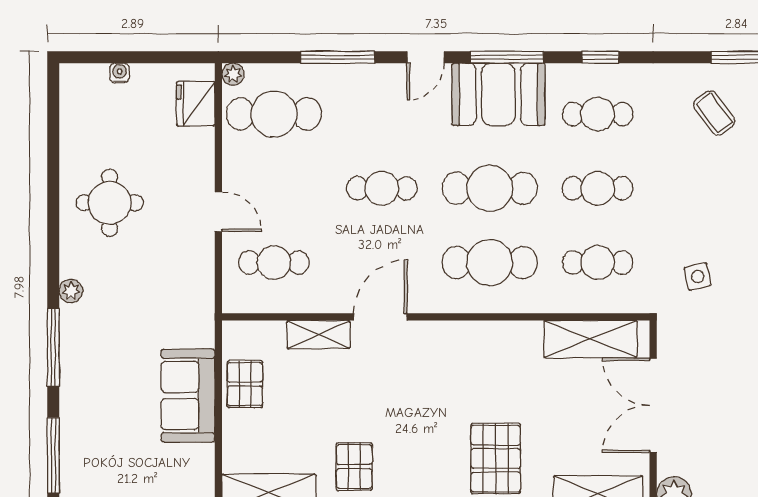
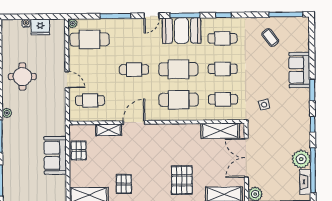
fridge: (196, 104) -> (40, 27), moved, turned -90

